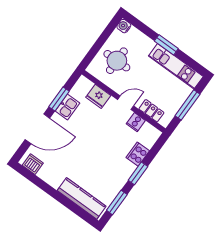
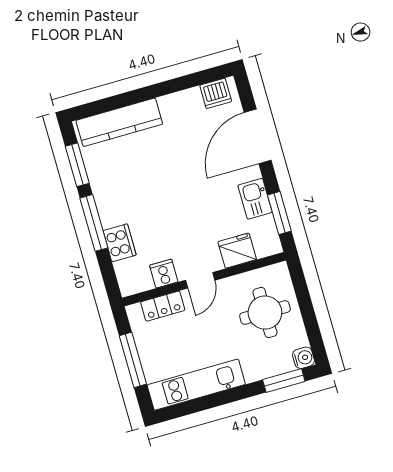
window: (166, 45) -> (284, 381), moved
window: (59, 99) -> (279, 213), moved
window: (138, 173) -> (94, 223), width x1.44

